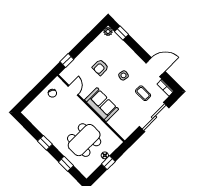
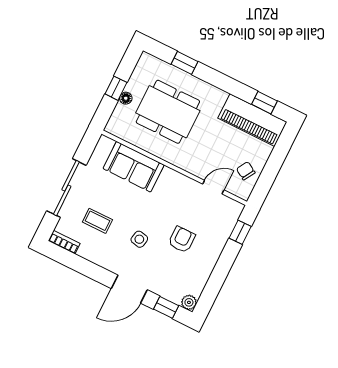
door: (156, 67) -> (129, 289), moved
door: (73, 90) -> (213, 187), swing flipped
sofa: (102, 105) -> (134, 167), moved
piano: (39, 120) -> (252, 120), added
dining table: (84, 140) -> (168, 112), turned 90
window: (45, 143) -> (264, 103), moved

